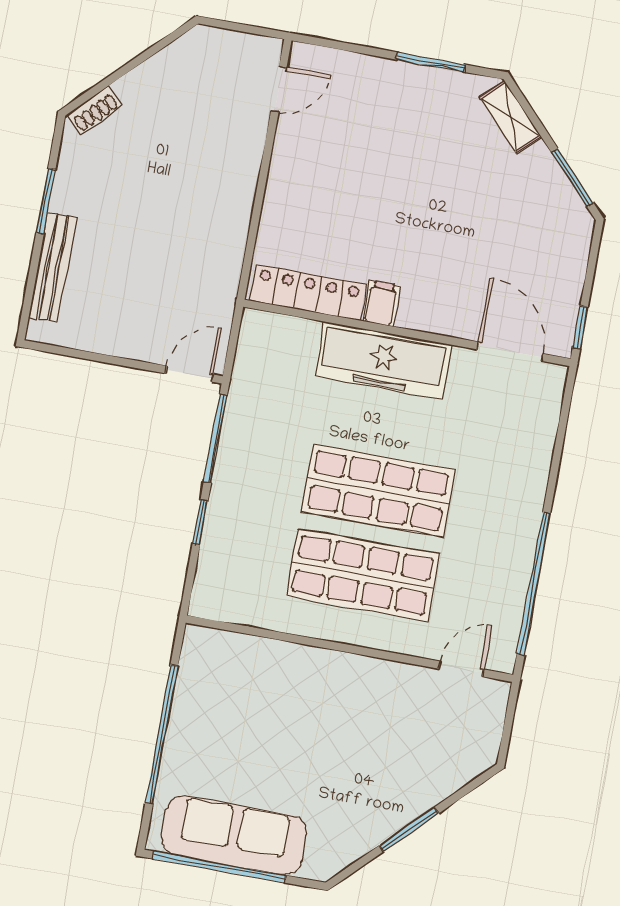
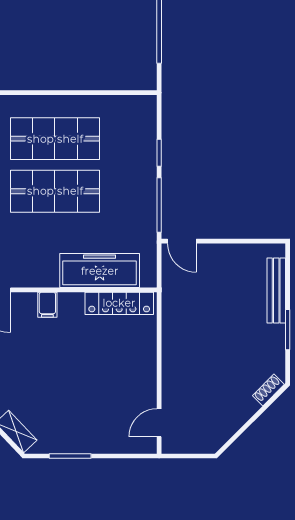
filing cabinet: (381, 303) -> (47, 305), moved
freezer: (383, 360) -> (100, 271), moved
door: (189, 374) -> (182, 241), hinge flipped

